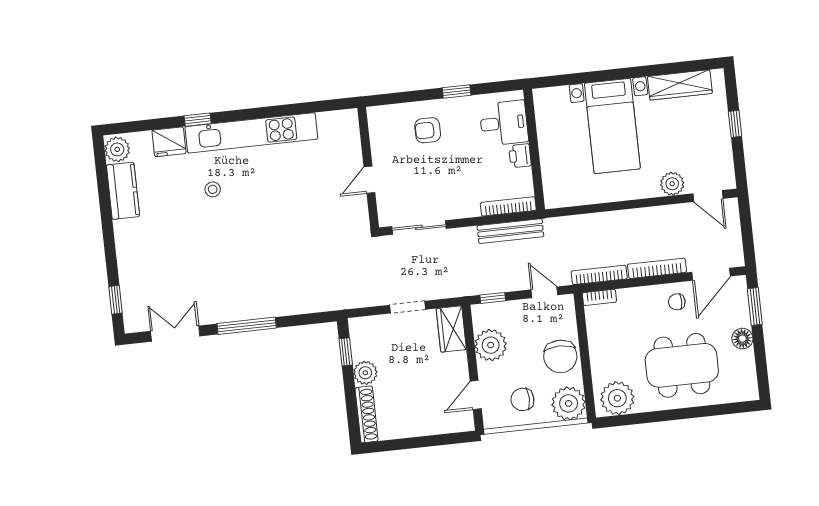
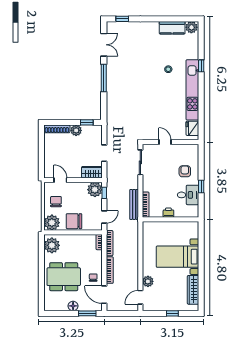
desk: (504, 123) -> (188, 195), moved, turned -90
fridge: (169, 142) -> (192, 128), moved
plant: (491, 345) -> (95, 190), moved
dining table: (682, 365) -> (64, 277), turned 90

